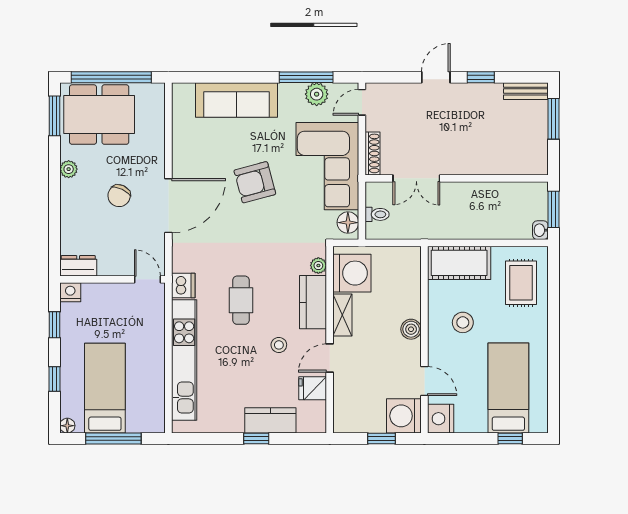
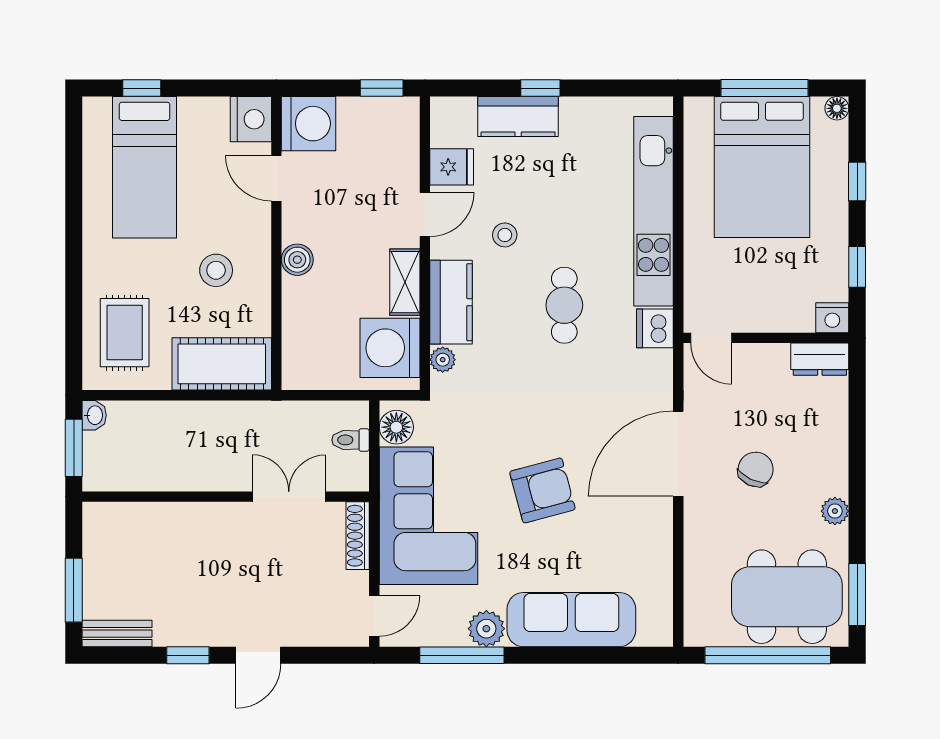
plant: (317, 94) -> (486, 629), moved
bed: (105, 388) -> (762, 167), width x1.50
window: (381, 439) -> (382, 88), moved

